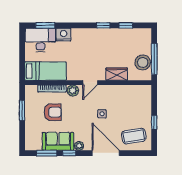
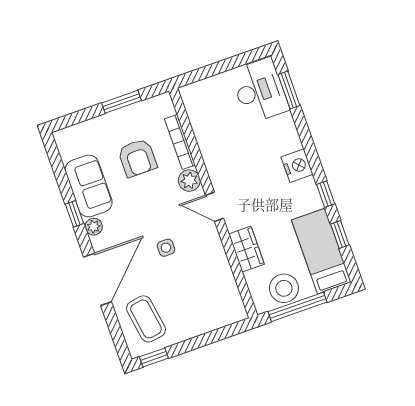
nightstand: (64, 35) -> (297, 166), moved
bed: (46, 71) -> (321, 251), moved, turned 180
window: (154, 122) -> (154, 357), moved
window: (47, 153) -> (60, 173), removed

